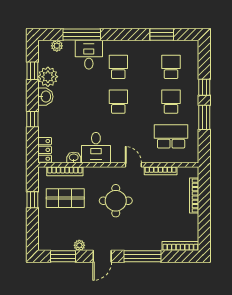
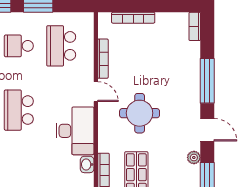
school desk: (118, 102) -> (19, 110), width x1.85
desk: (96, 148) -> (75, 131), width x1.37
door: (133, 165) -> (96, 92), swing flipped
bookcase: (180, 246) -> (195, 26), width x0.64

